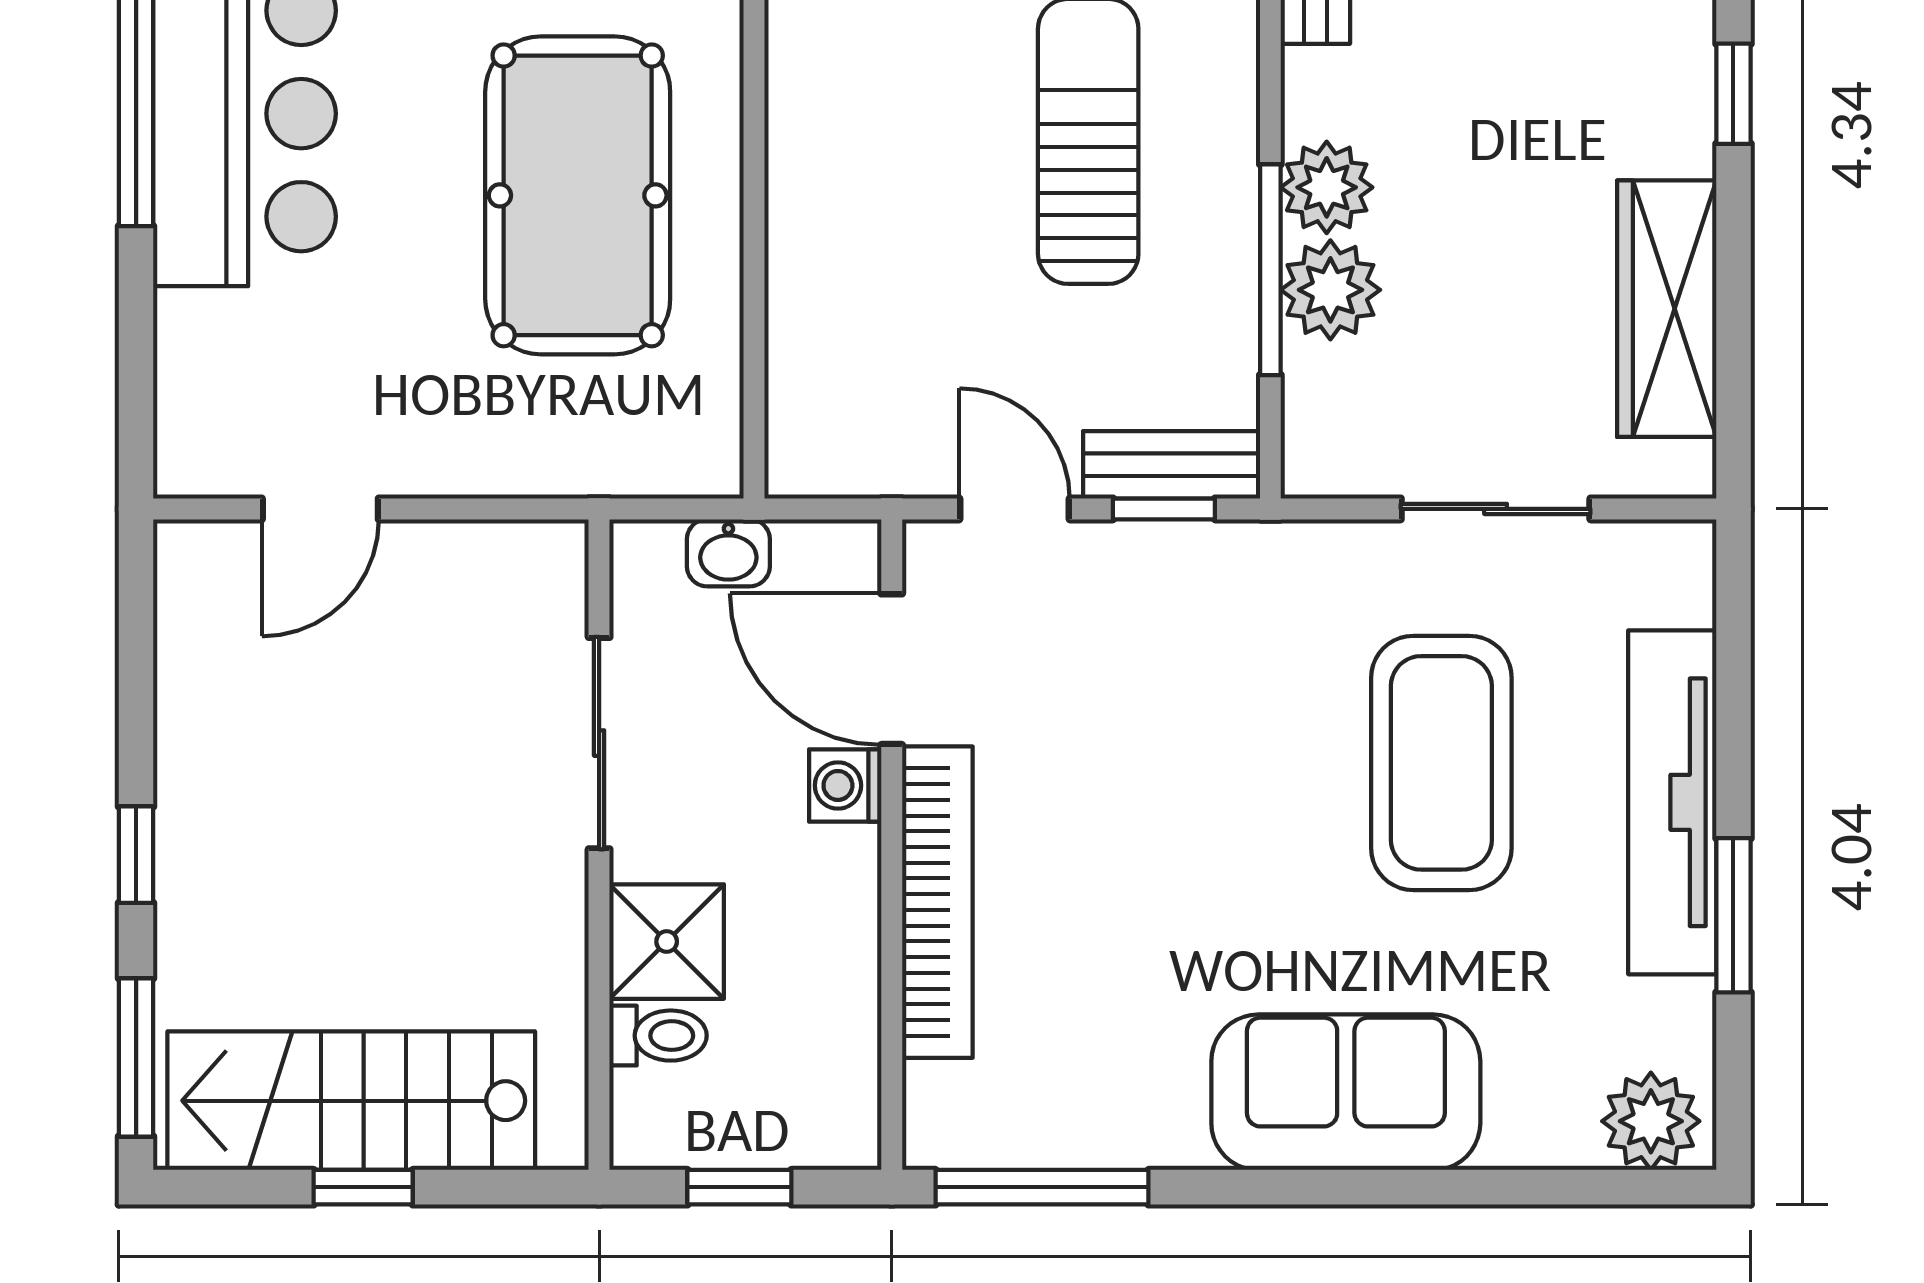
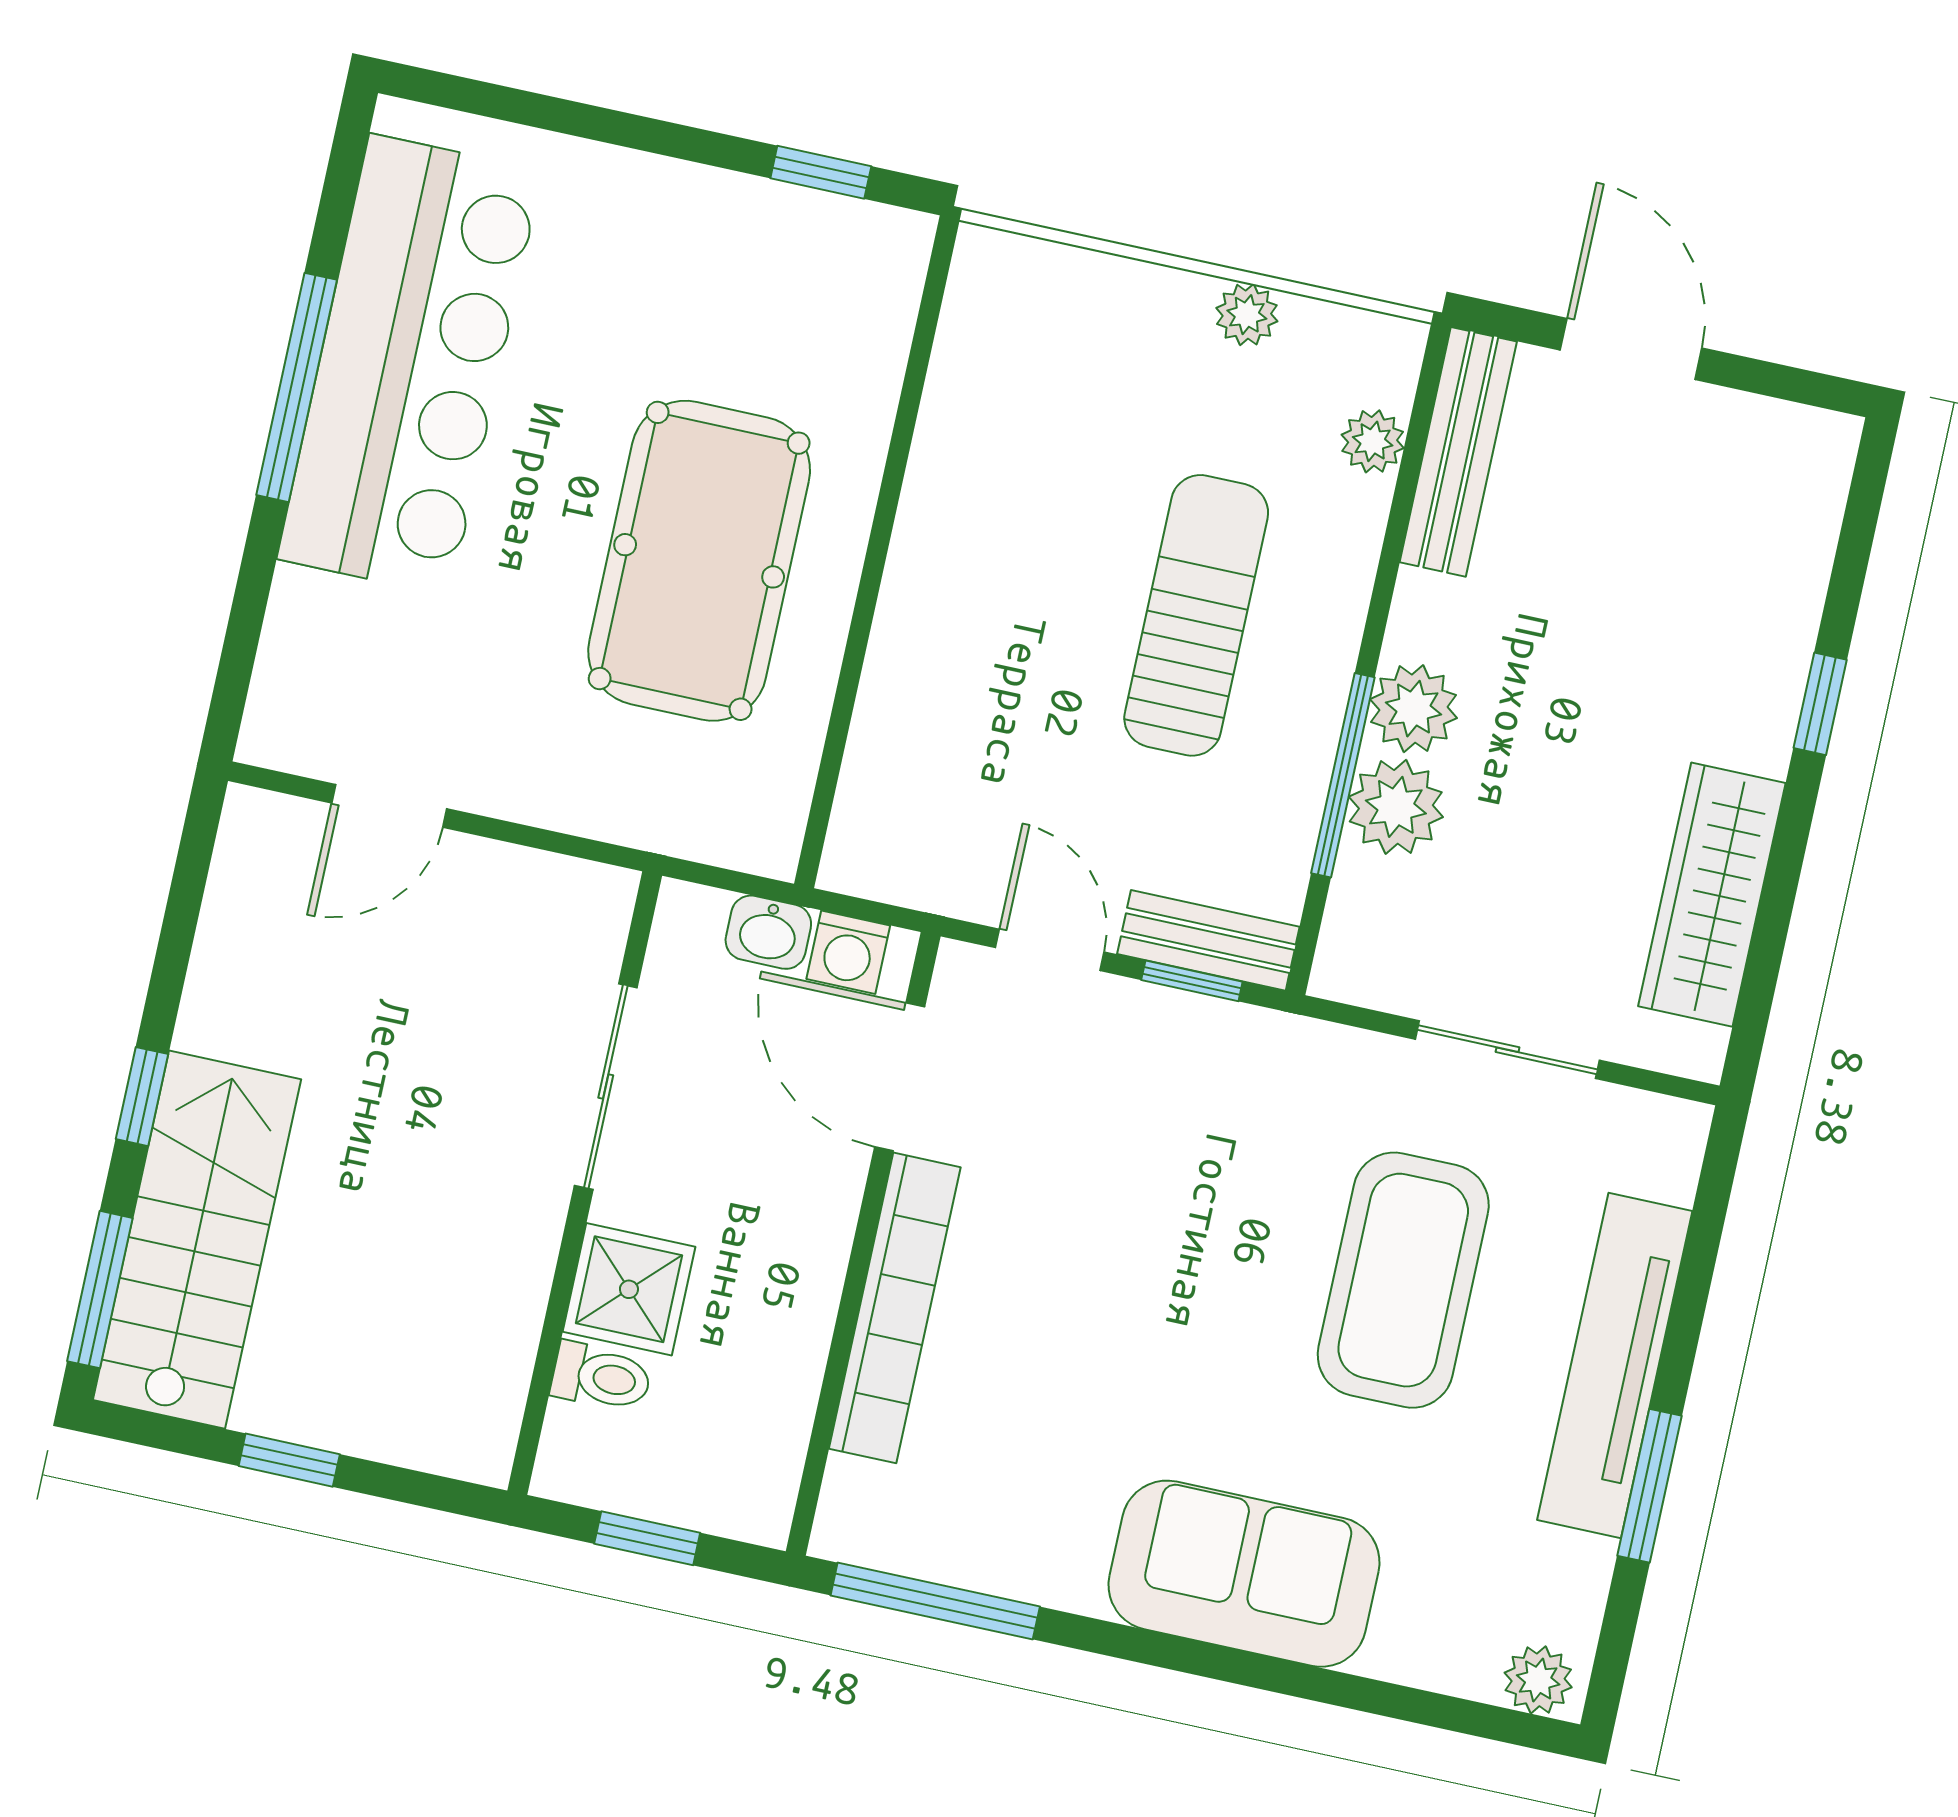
washing machine: (845, 785) -> (848, 952), moved, turned -90
stairs: (351, 1101) -> (197, 1240), moved, turned 90
plant: (1651, 1121) -> (1538, 1680), width x0.73, depth x0.73

